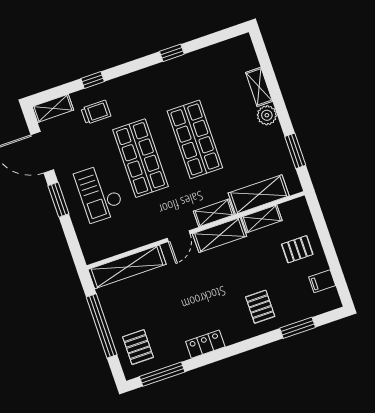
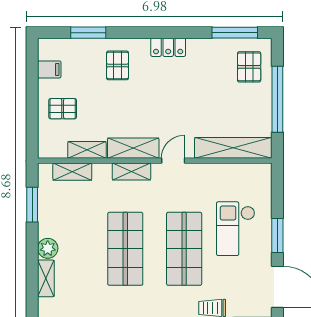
checkout: (99, 193) -> (236, 229), turned 180
shelving: (259, 194) -> (72, 172), width x0.67, depth x0.75
locker: (205, 344) -> (168, 47), moved

